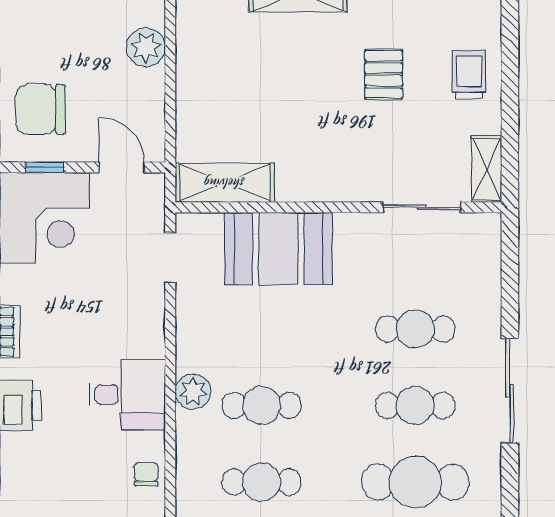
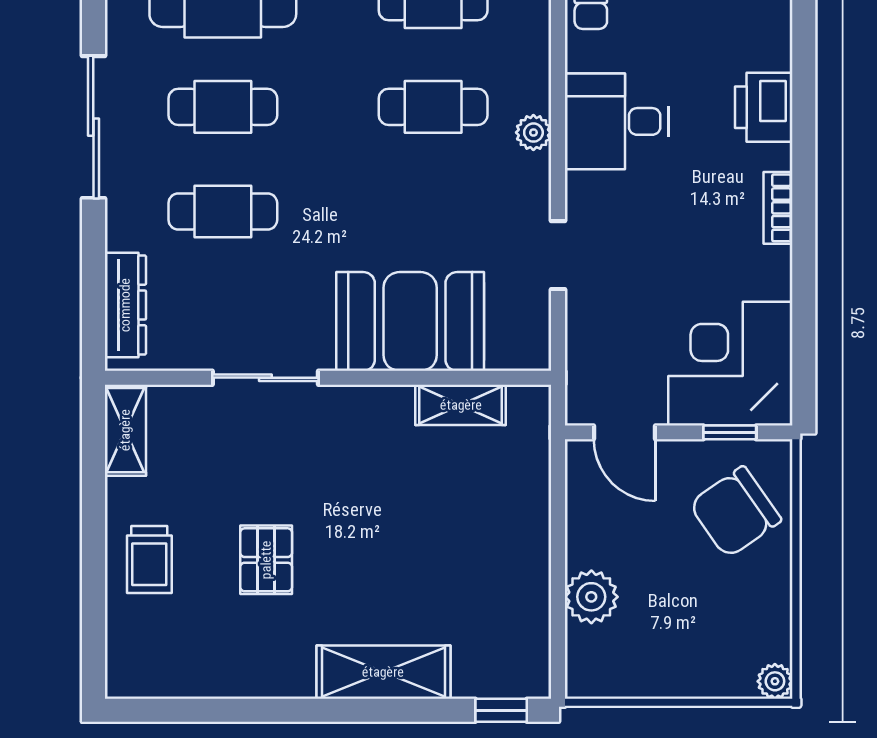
chair: (41, 109) -> (735, 512), turned 145
shelving: (225, 183) -> (461, 405), width x0.67, depth x0.75
sliding door: (422, 207) -> (265, 378), moved
doorway: (170, 258) -> (558, 255), moved
dresser: (487, 261) -> (125, 305), added
plant: (193, 392) -> (533, 133), width x0.73, depth x0.73

